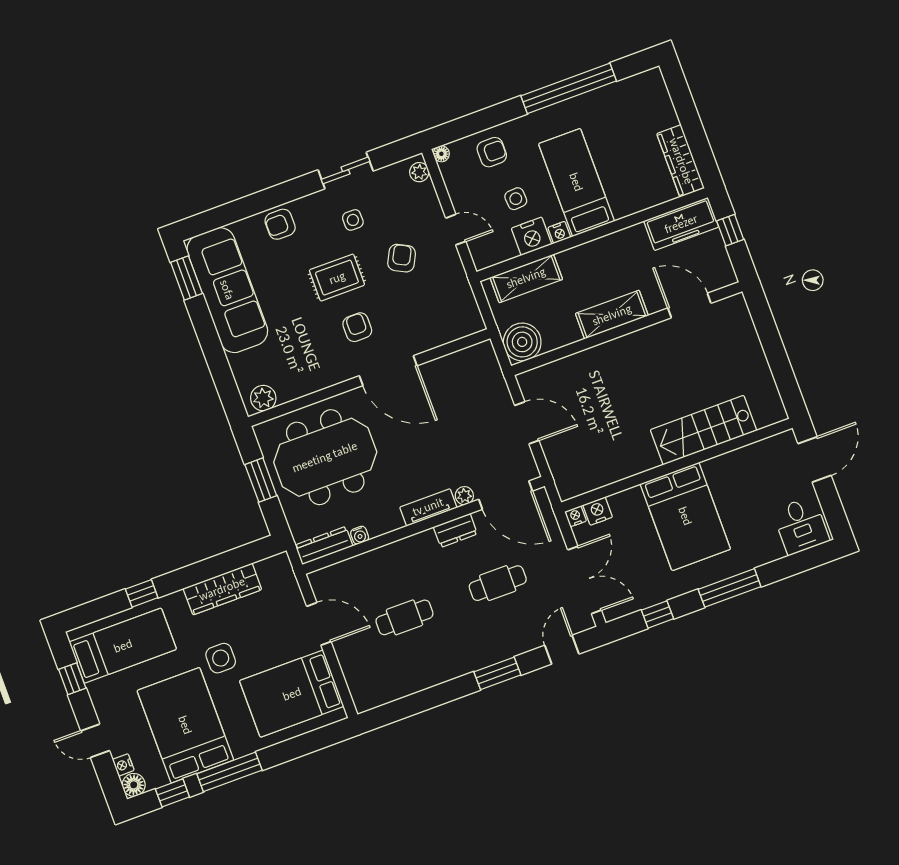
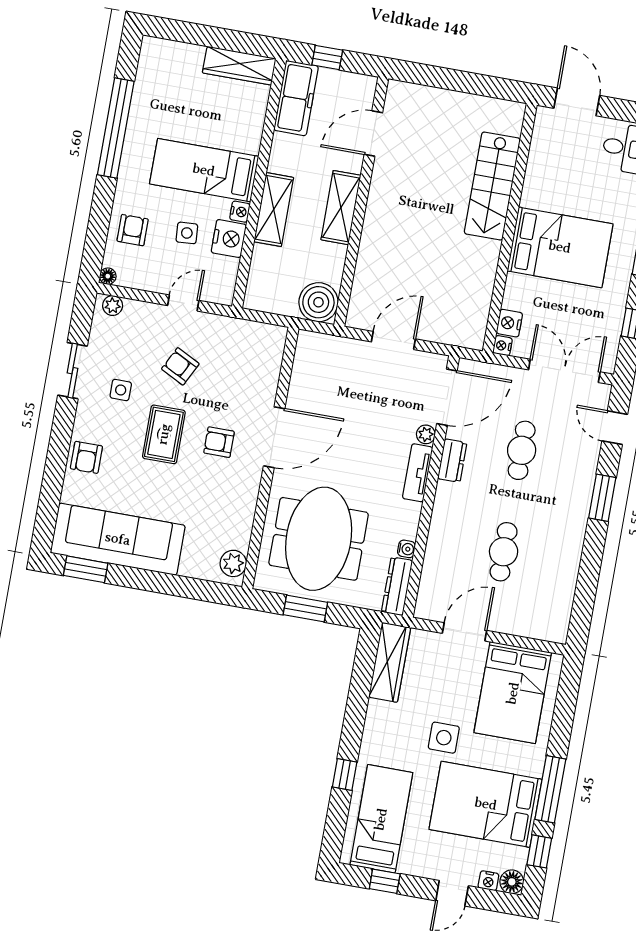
shelving: (526, 278) -> (274, 210), moved
wardrobe: (222, 589) -> (390, 662), moved

